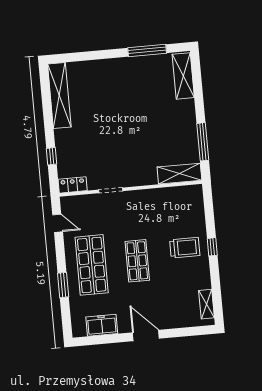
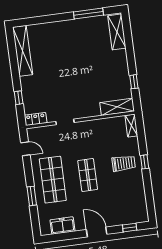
window: (203, 142) -> (134, 82), width x0.46
shelving: (207, 304) -> (131, 126), moved
window: (189, 332) -> (130, 228), added

